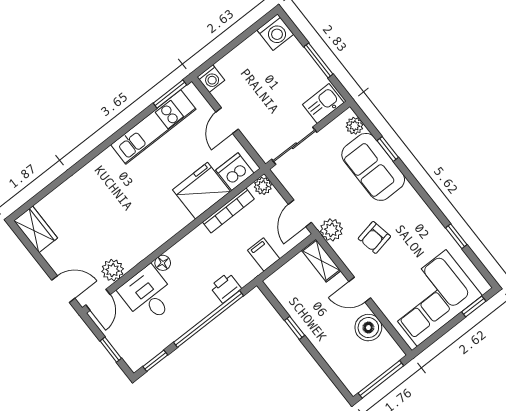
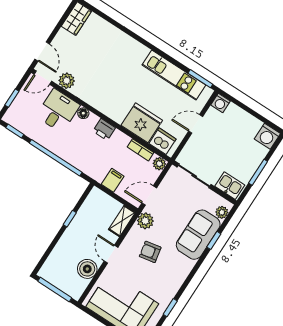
bookcase: (228, 210) -> (141, 150), width x0.64
printer: (226, 288) -> (104, 130), moved, turned 180

